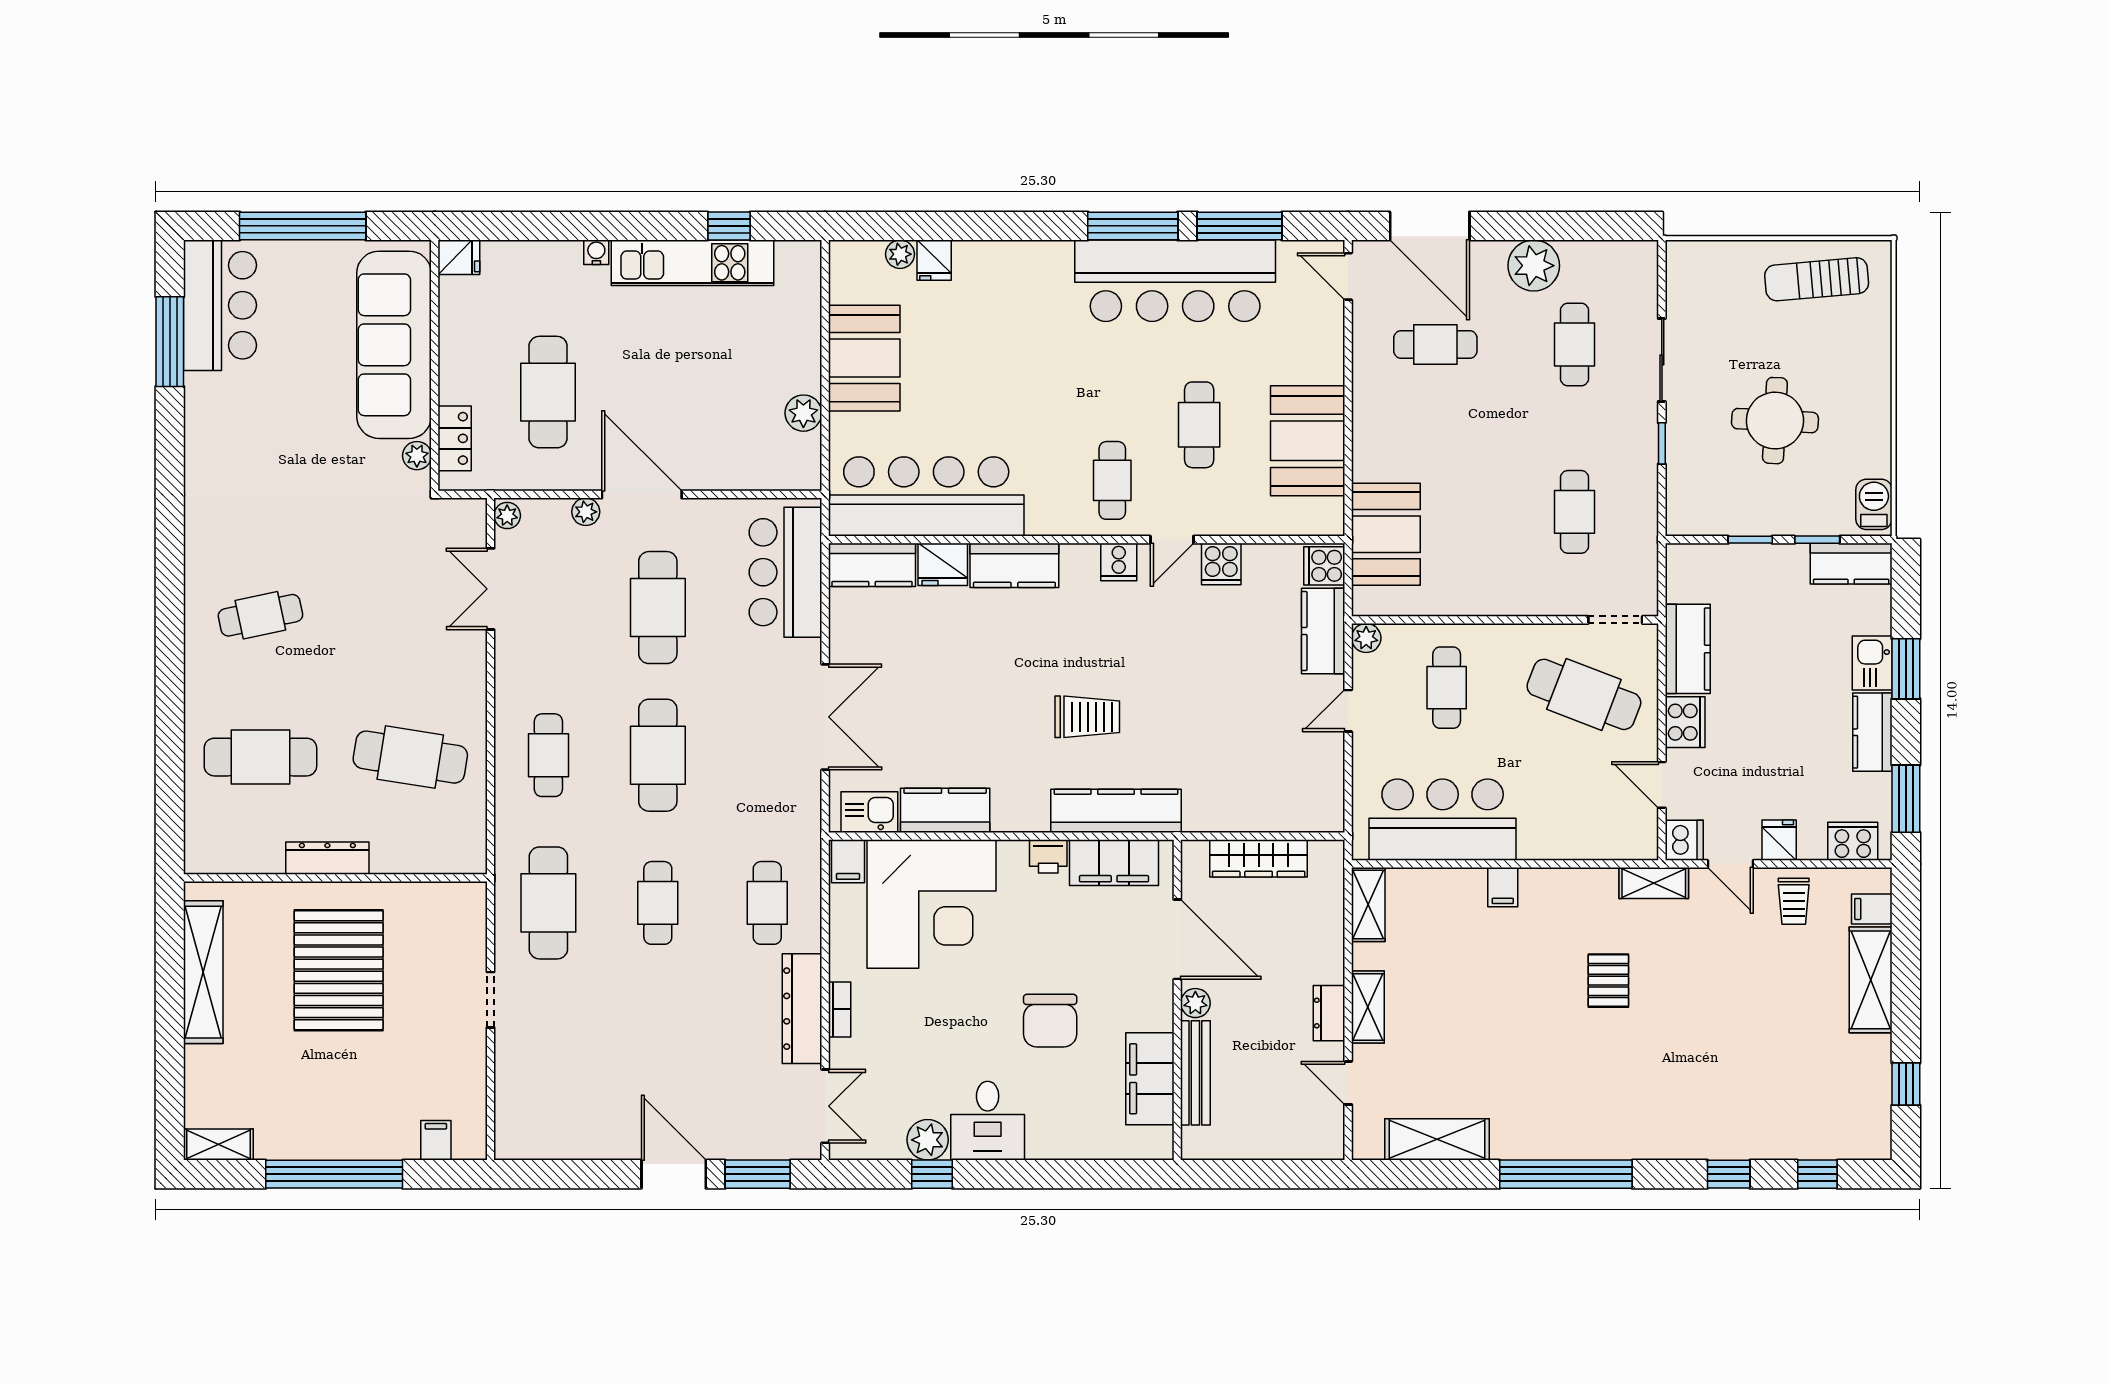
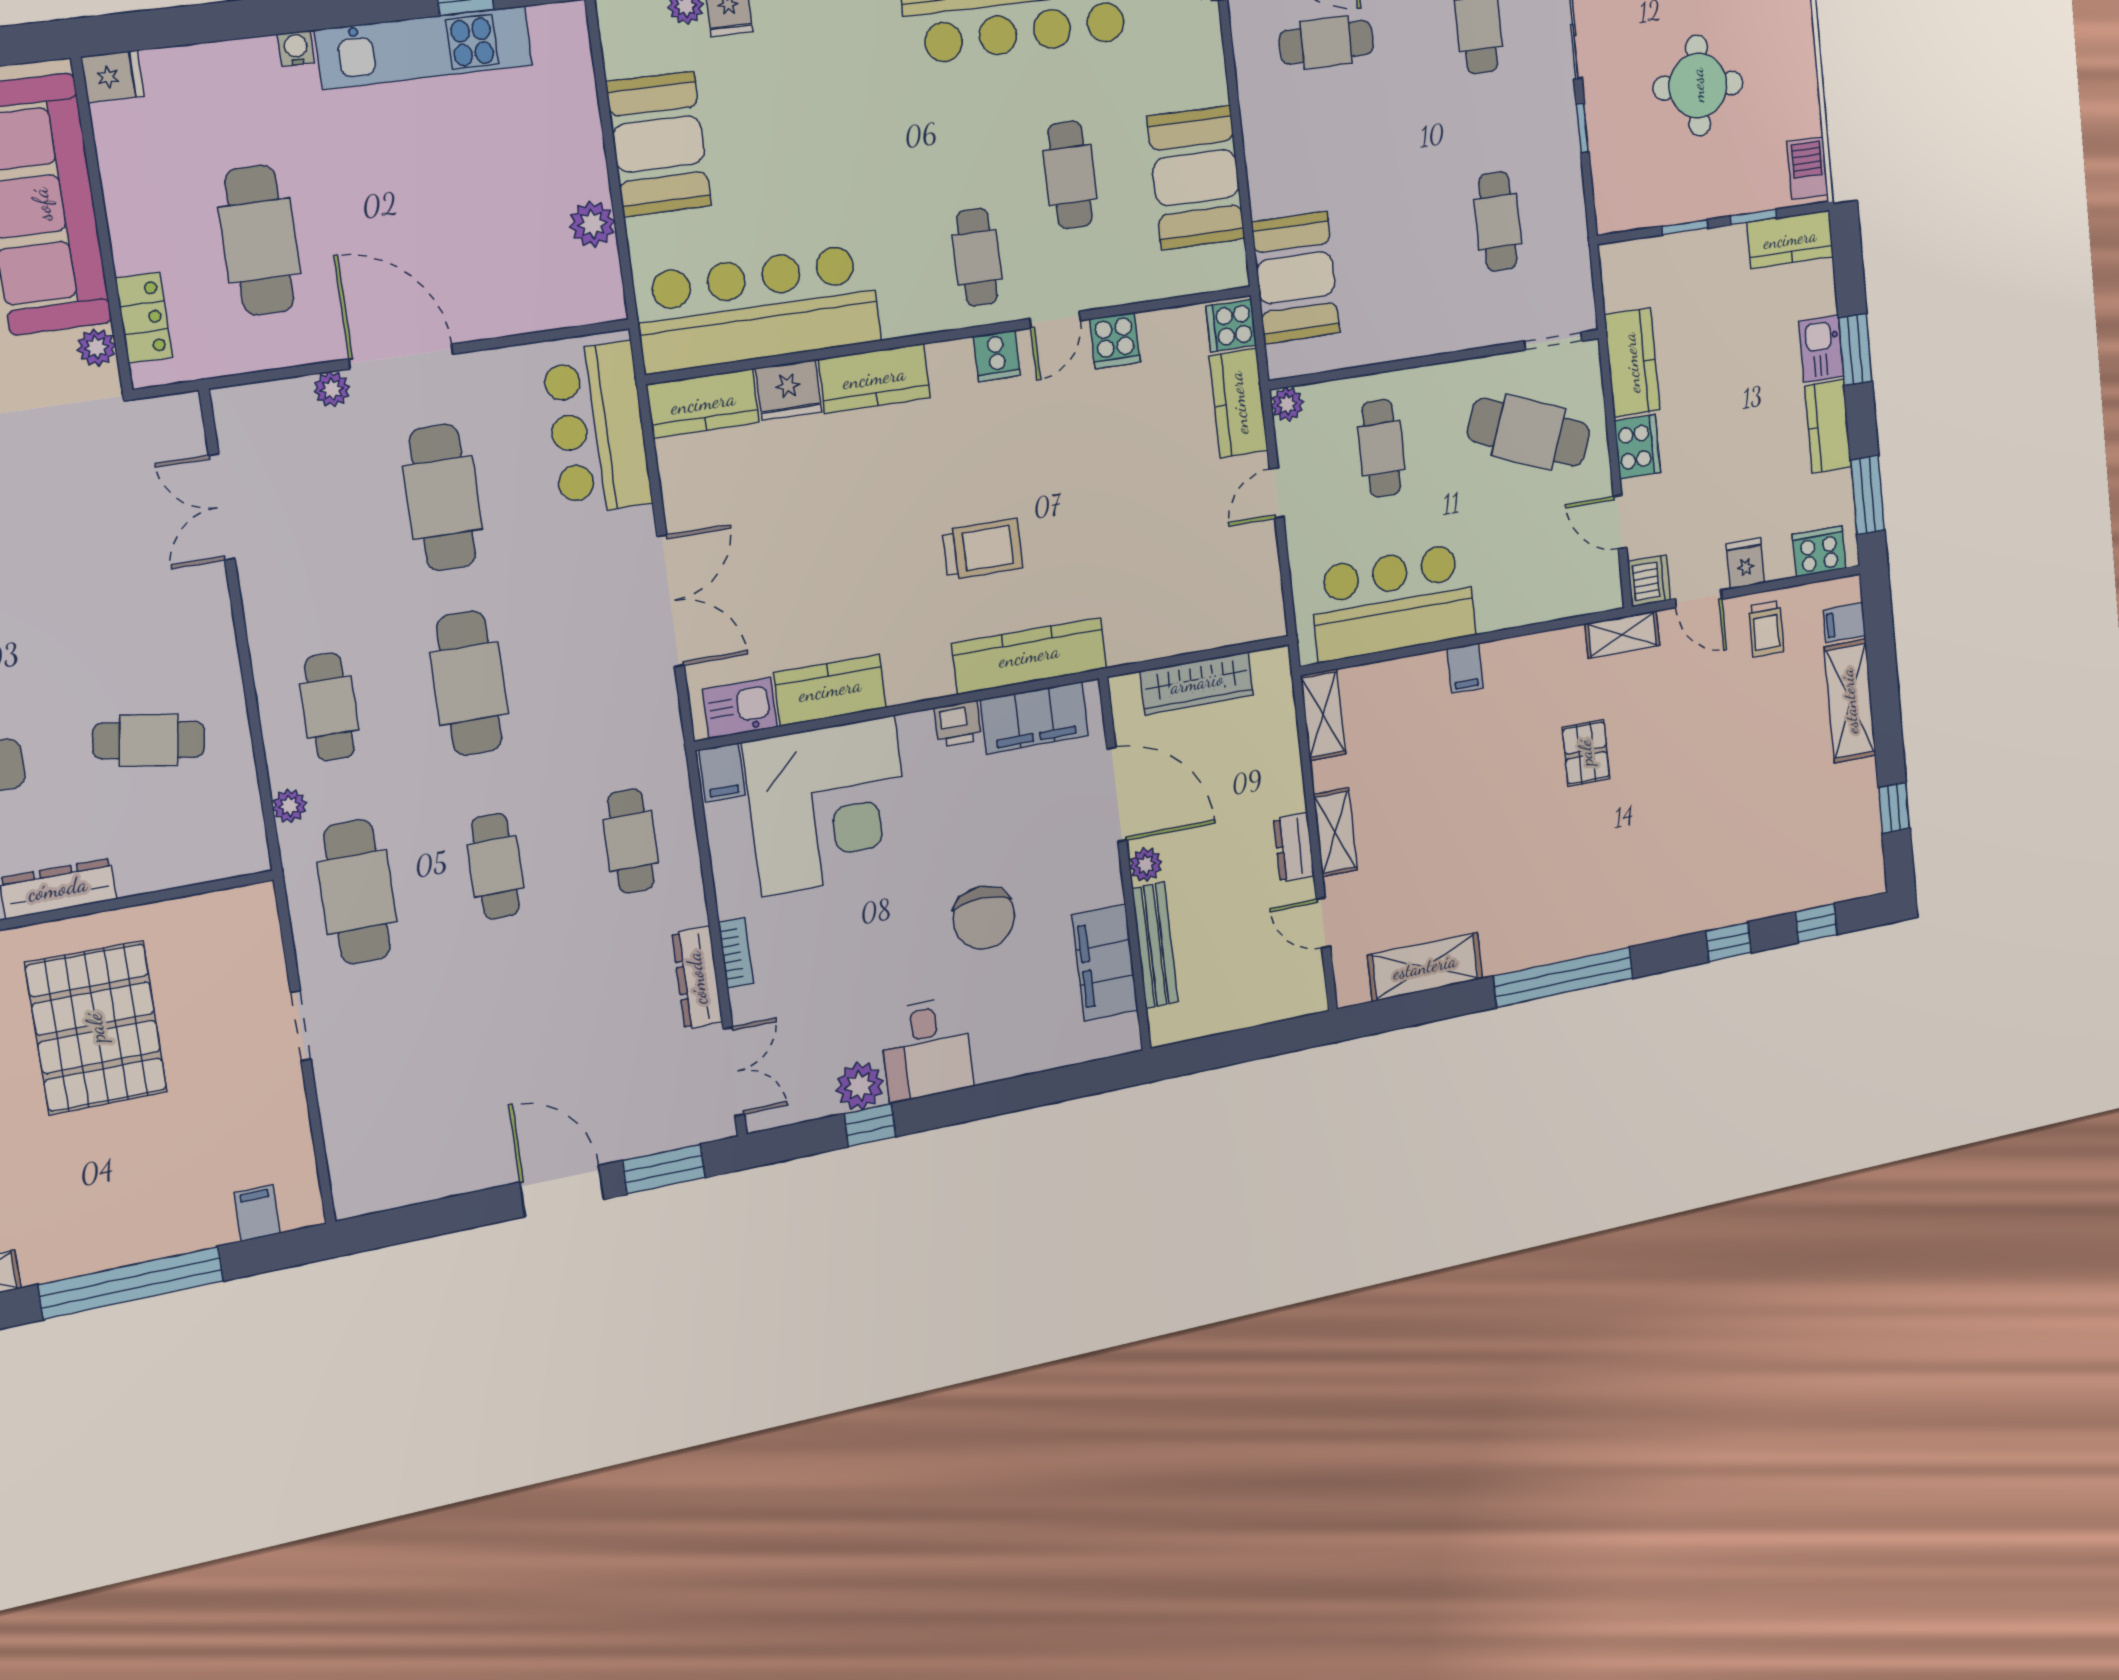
plant: (507, 516) -> (290, 806), moved
cafe table: (410, 757) -> (149, 740), width x0.73, depth x0.74
dresser: (802, 1009) -> (697, 978), width x0.73, depth x0.80

